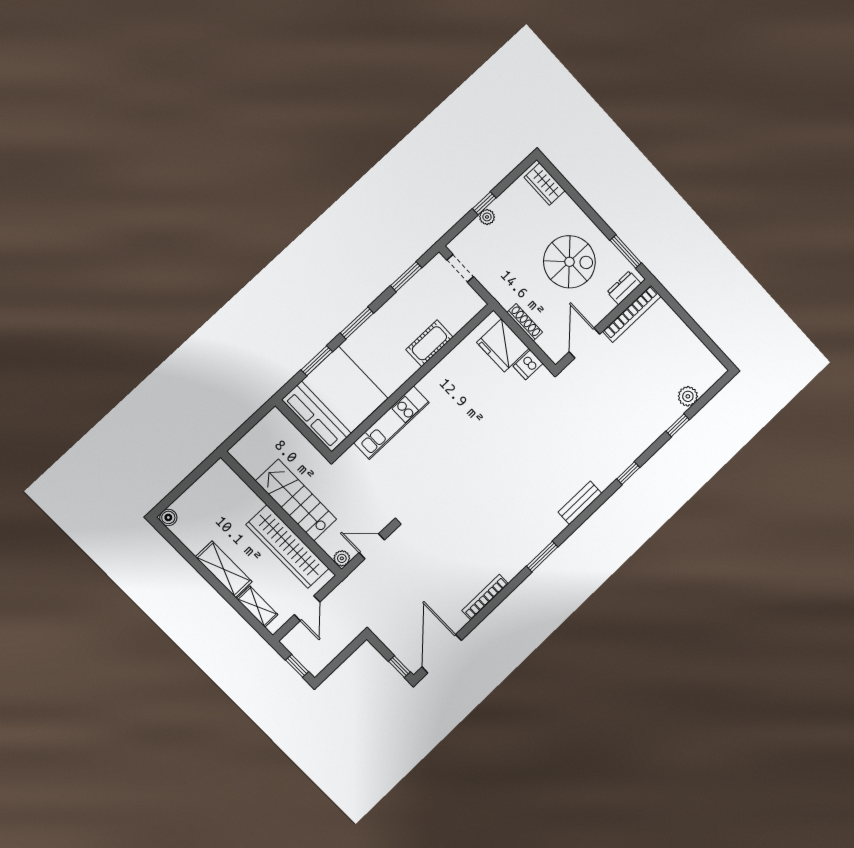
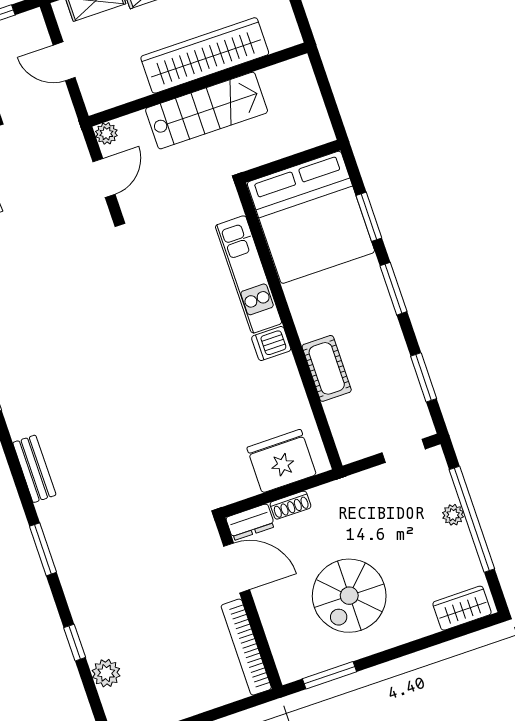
window: (484, 203) -> (472, 519), width x3.17
dresser: (624, 288) -> (250, 522), moved, turned 90
shoe rack: (525, 322) -> (290, 505), width x0.70
dishwasher: (528, 365) -> (271, 344), moved, turned -90
window: (628, 473) -> (43, 549), width x1.50
wardrobe: (288, 547) -> (205, 55), moved

